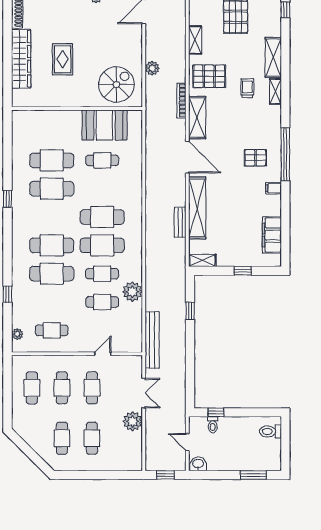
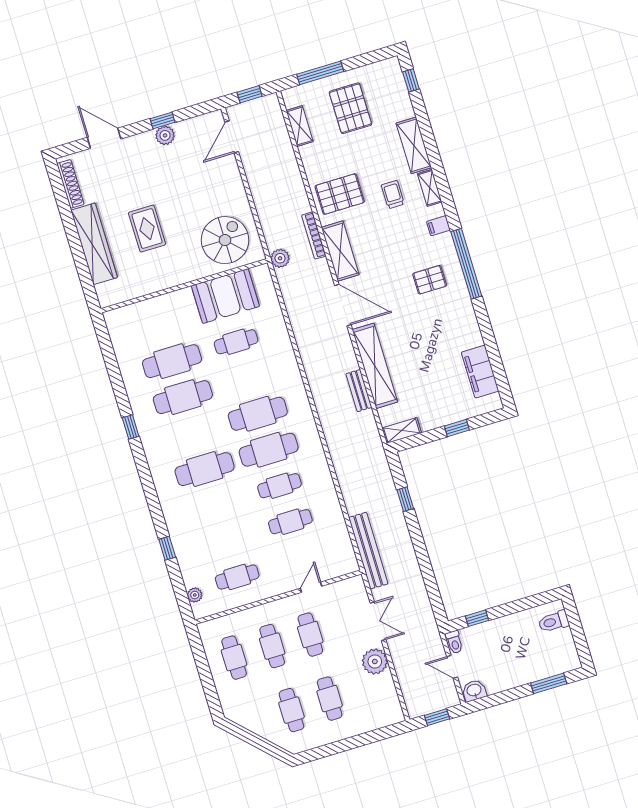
shelving: (195, 40) -> (300, 126), moved
plant: (152, 68) -> (280, 258), moved
filing cabinet: (273, 188) -> (438, 226), moved
cafe table: (52, 274) -> (215, 505), removed
plant: (132, 292) -> (325, 497), removed
toilet: (213, 425) -> (454, 642), moved

